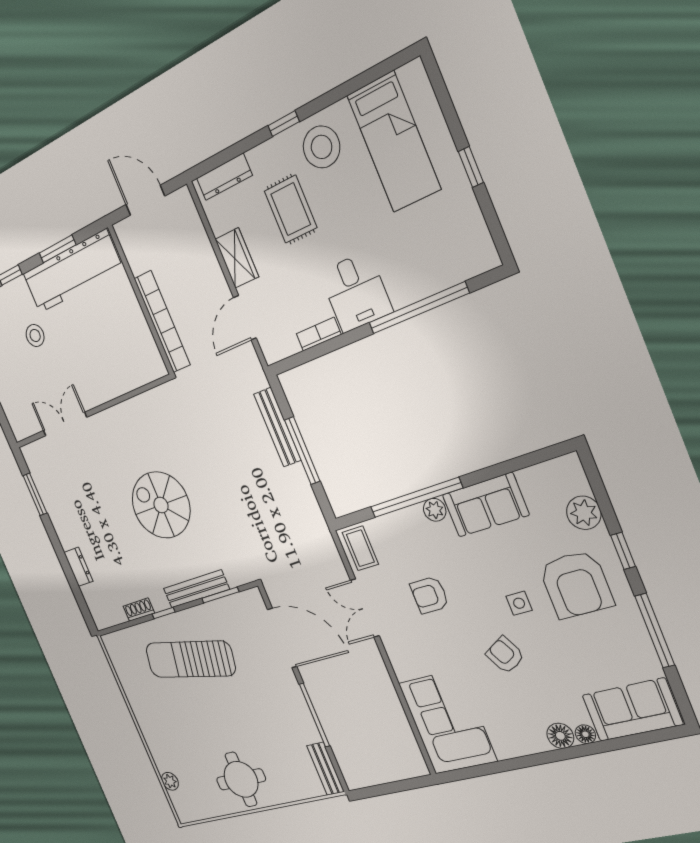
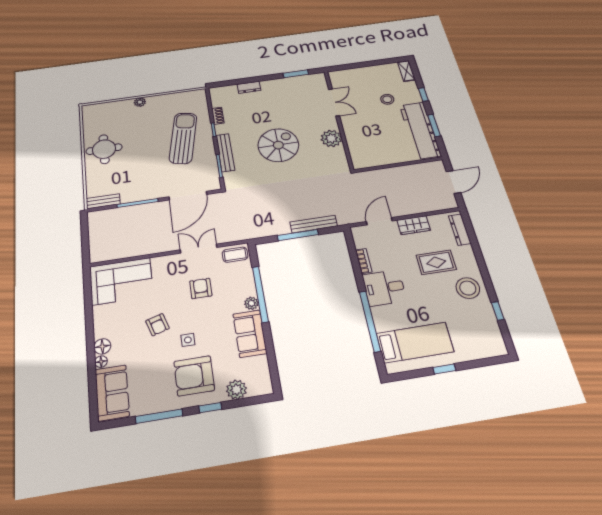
window: (284, 124) -> (498, 311), moved
bed: (394, 142) -> (415, 343), moved, turned 180
door: (245, 318) -> (379, 221), hinge flipped
bookcase: (162, 322) -> (384, 174), removed
plant: (126, 419) -> (331, 138), added
armchair: (505, 655) -> (157, 325), turned 102
plant: (170, 781) -> (140, 102), moved

